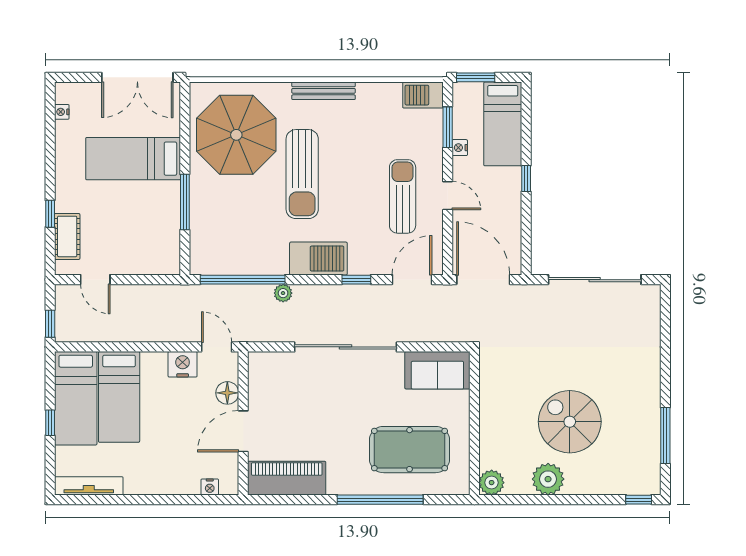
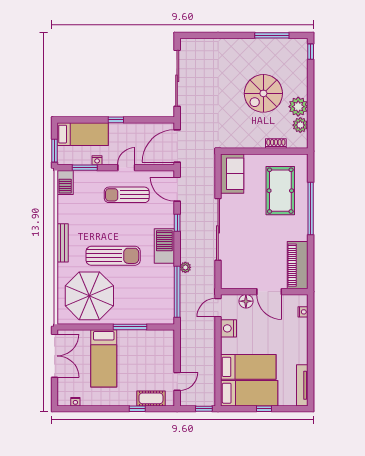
shoe rack: (487, 442) -> (276, 144), added
plant: (492, 483) -> (300, 125), moved

